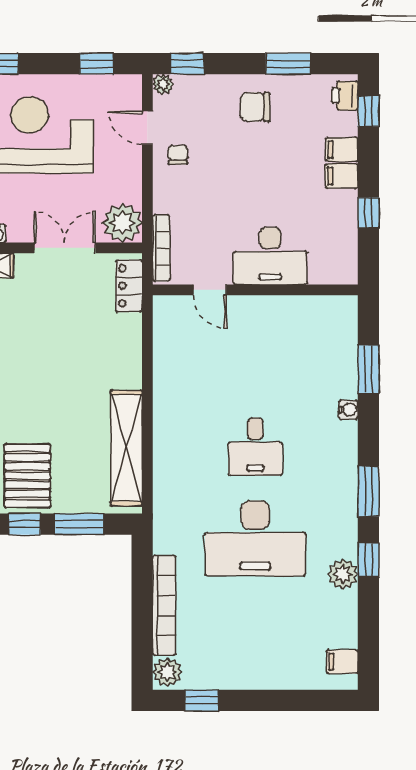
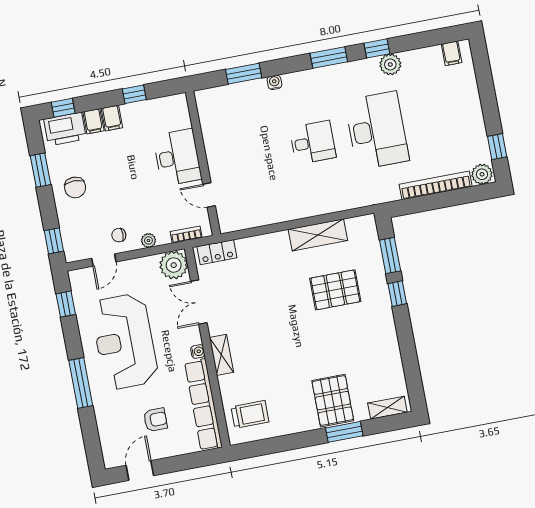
plant: (163, 84) -> (148, 240), moved
printer: (345, 96) -> (65, 129), width x1.87, depth x1.48
bookcase: (161, 248) -> (186, 235), width x0.64
door: (210, 290) -> (209, 195), swing flipped
shelving: (126, 448) -> (318, 235), width x0.68
pallet: (27, 476) -> (335, 290), moved

